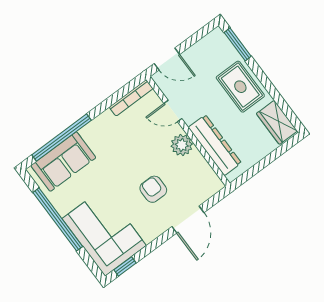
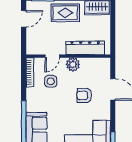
door: (167, 59) -> (24, 19), moved
side table: (139, 133) -> (51, 81), added

